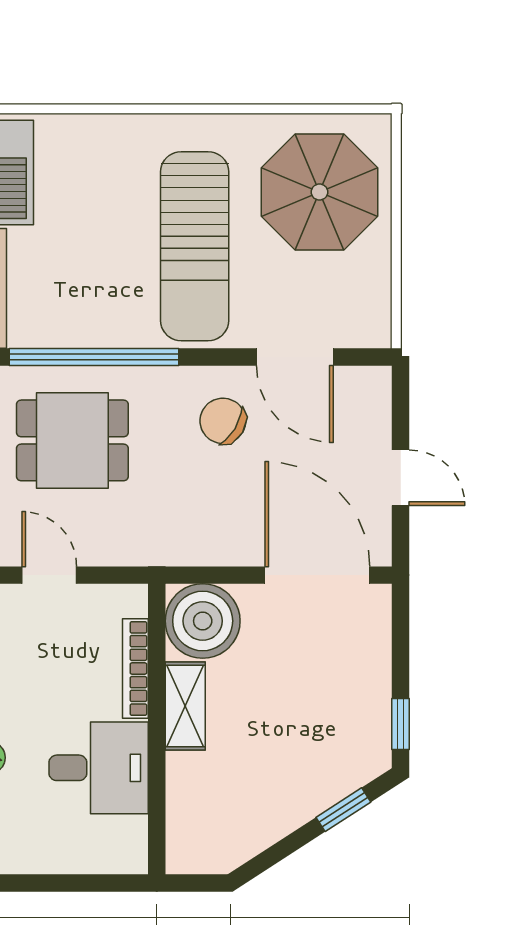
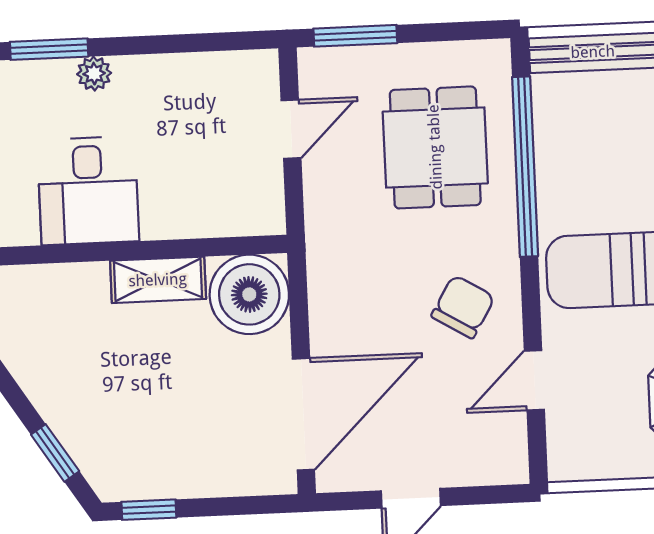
door: (295, 357) -> (534, 380), width x0.73
bookcase: (135, 668) -> (196, 225), removed

